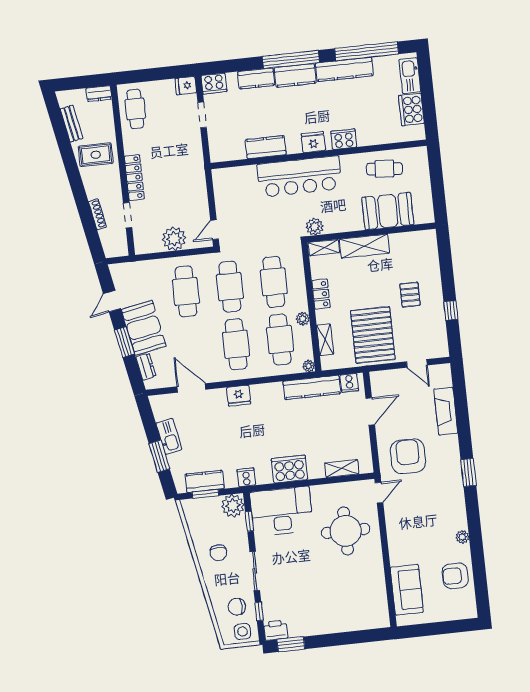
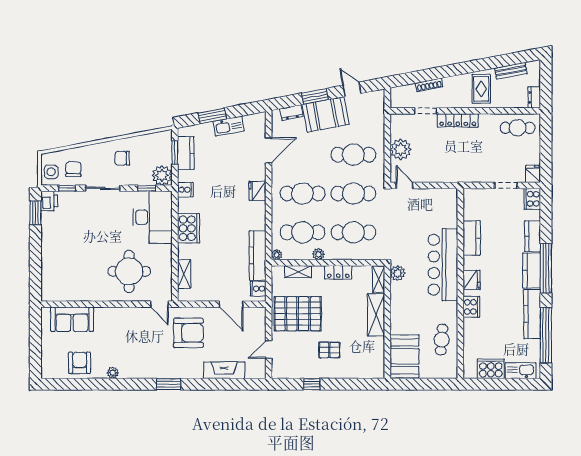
booth: (388, 211) -> (404, 356), moved

